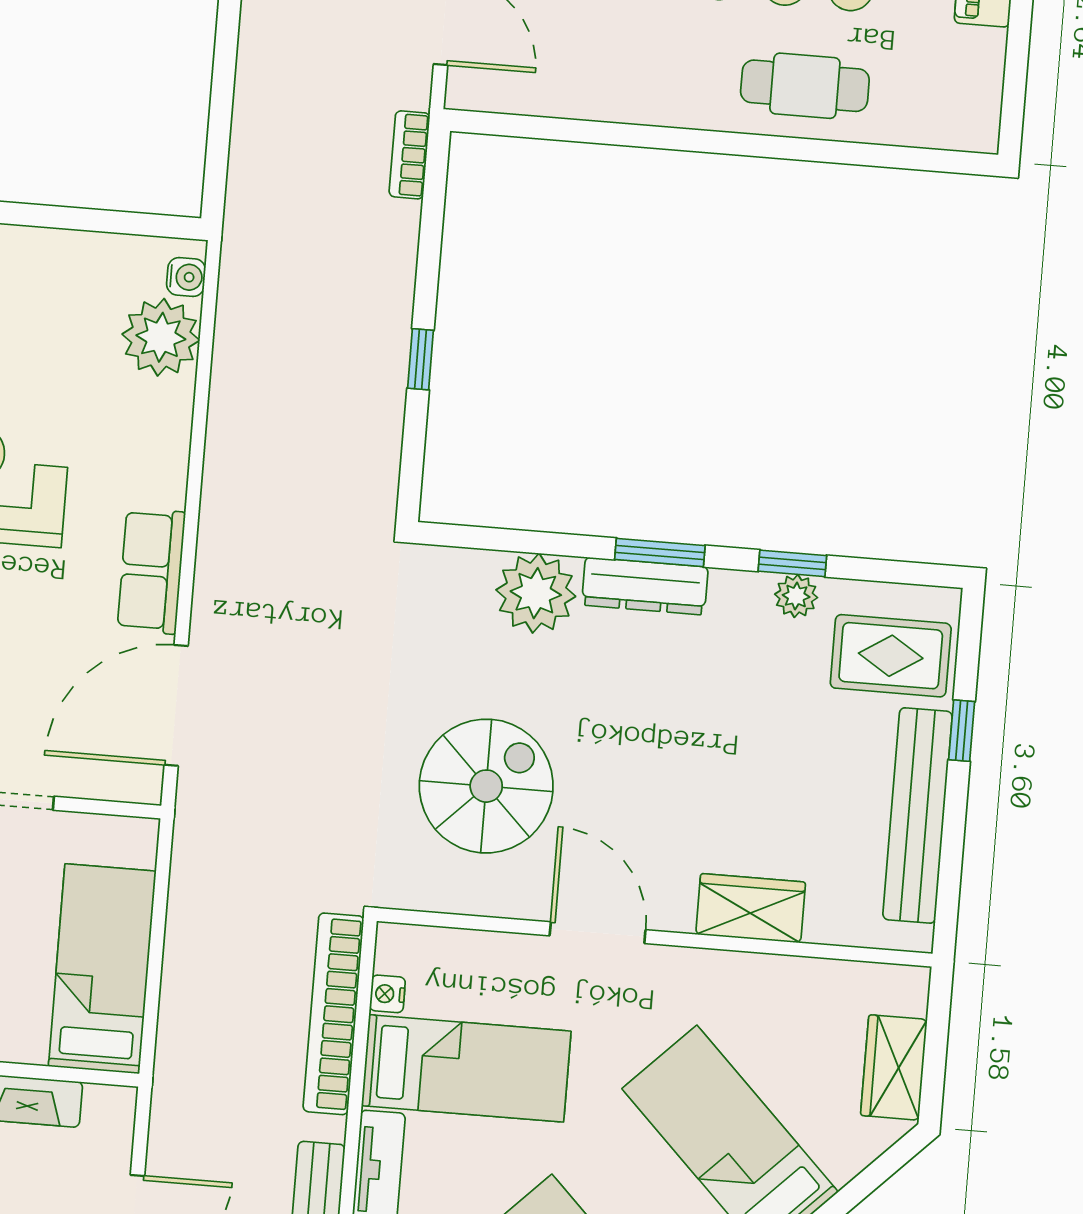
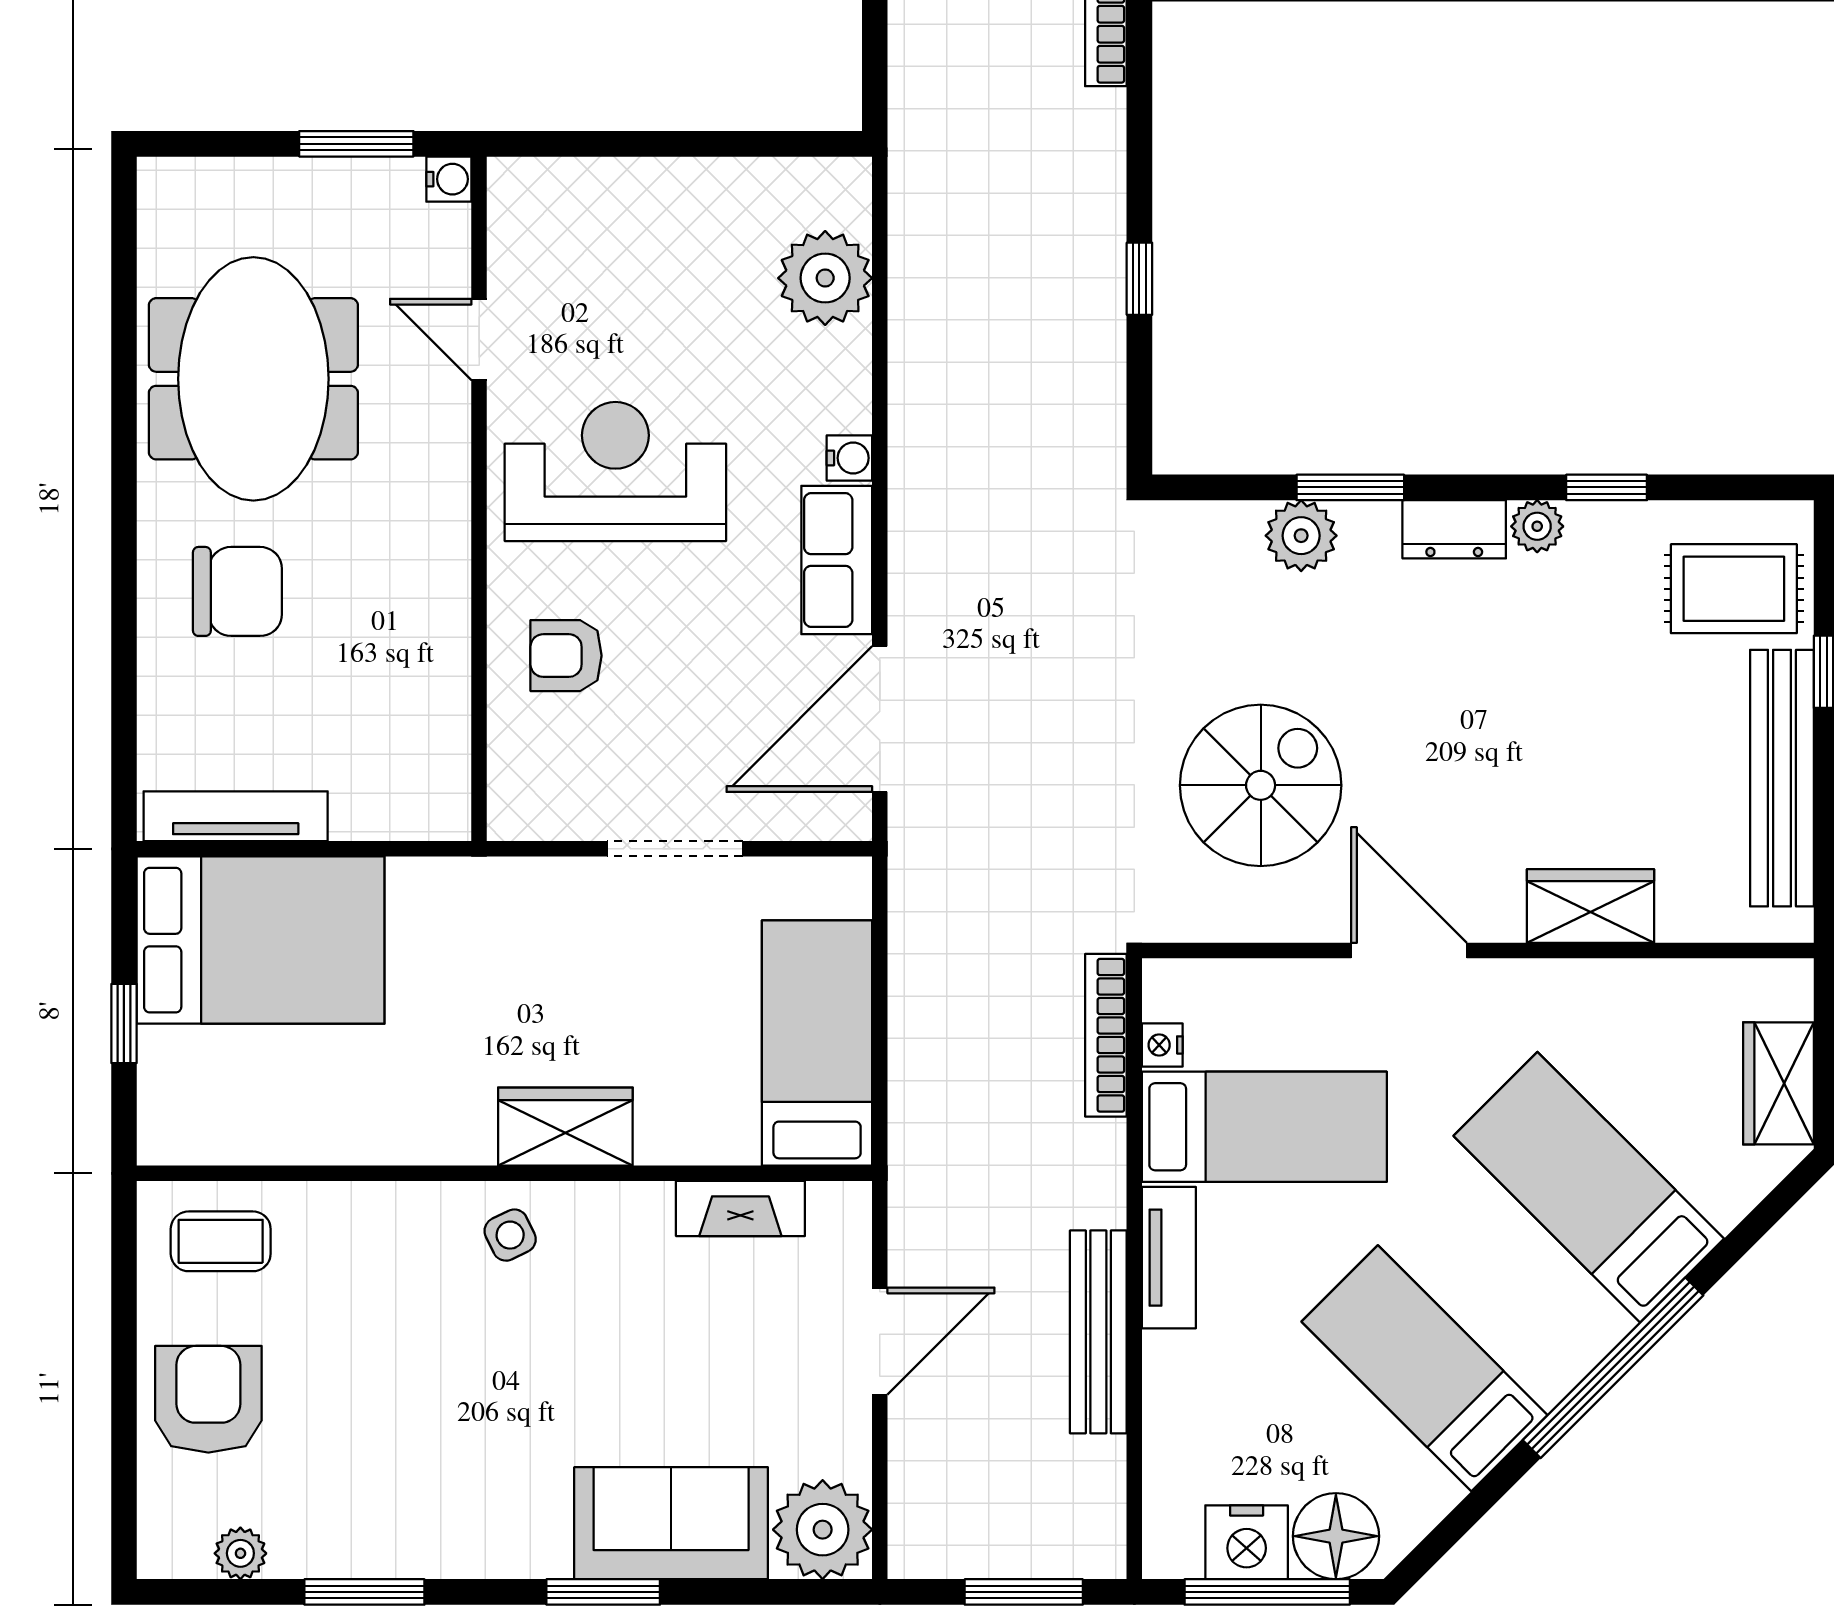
water cooler: (186, 277) -> (849, 458), moved
window: (660, 552) -> (1350, 487), moved
dresser: (645, 586) -> (1454, 529), width x0.70
plant: (536, 593) -> (1301, 536), width x0.73, depth x0.73
plant: (796, 596) -> (1537, 526), moved
bookcase: (333, 1014) -> (1106, 1035), width x0.68, depth x0.76

